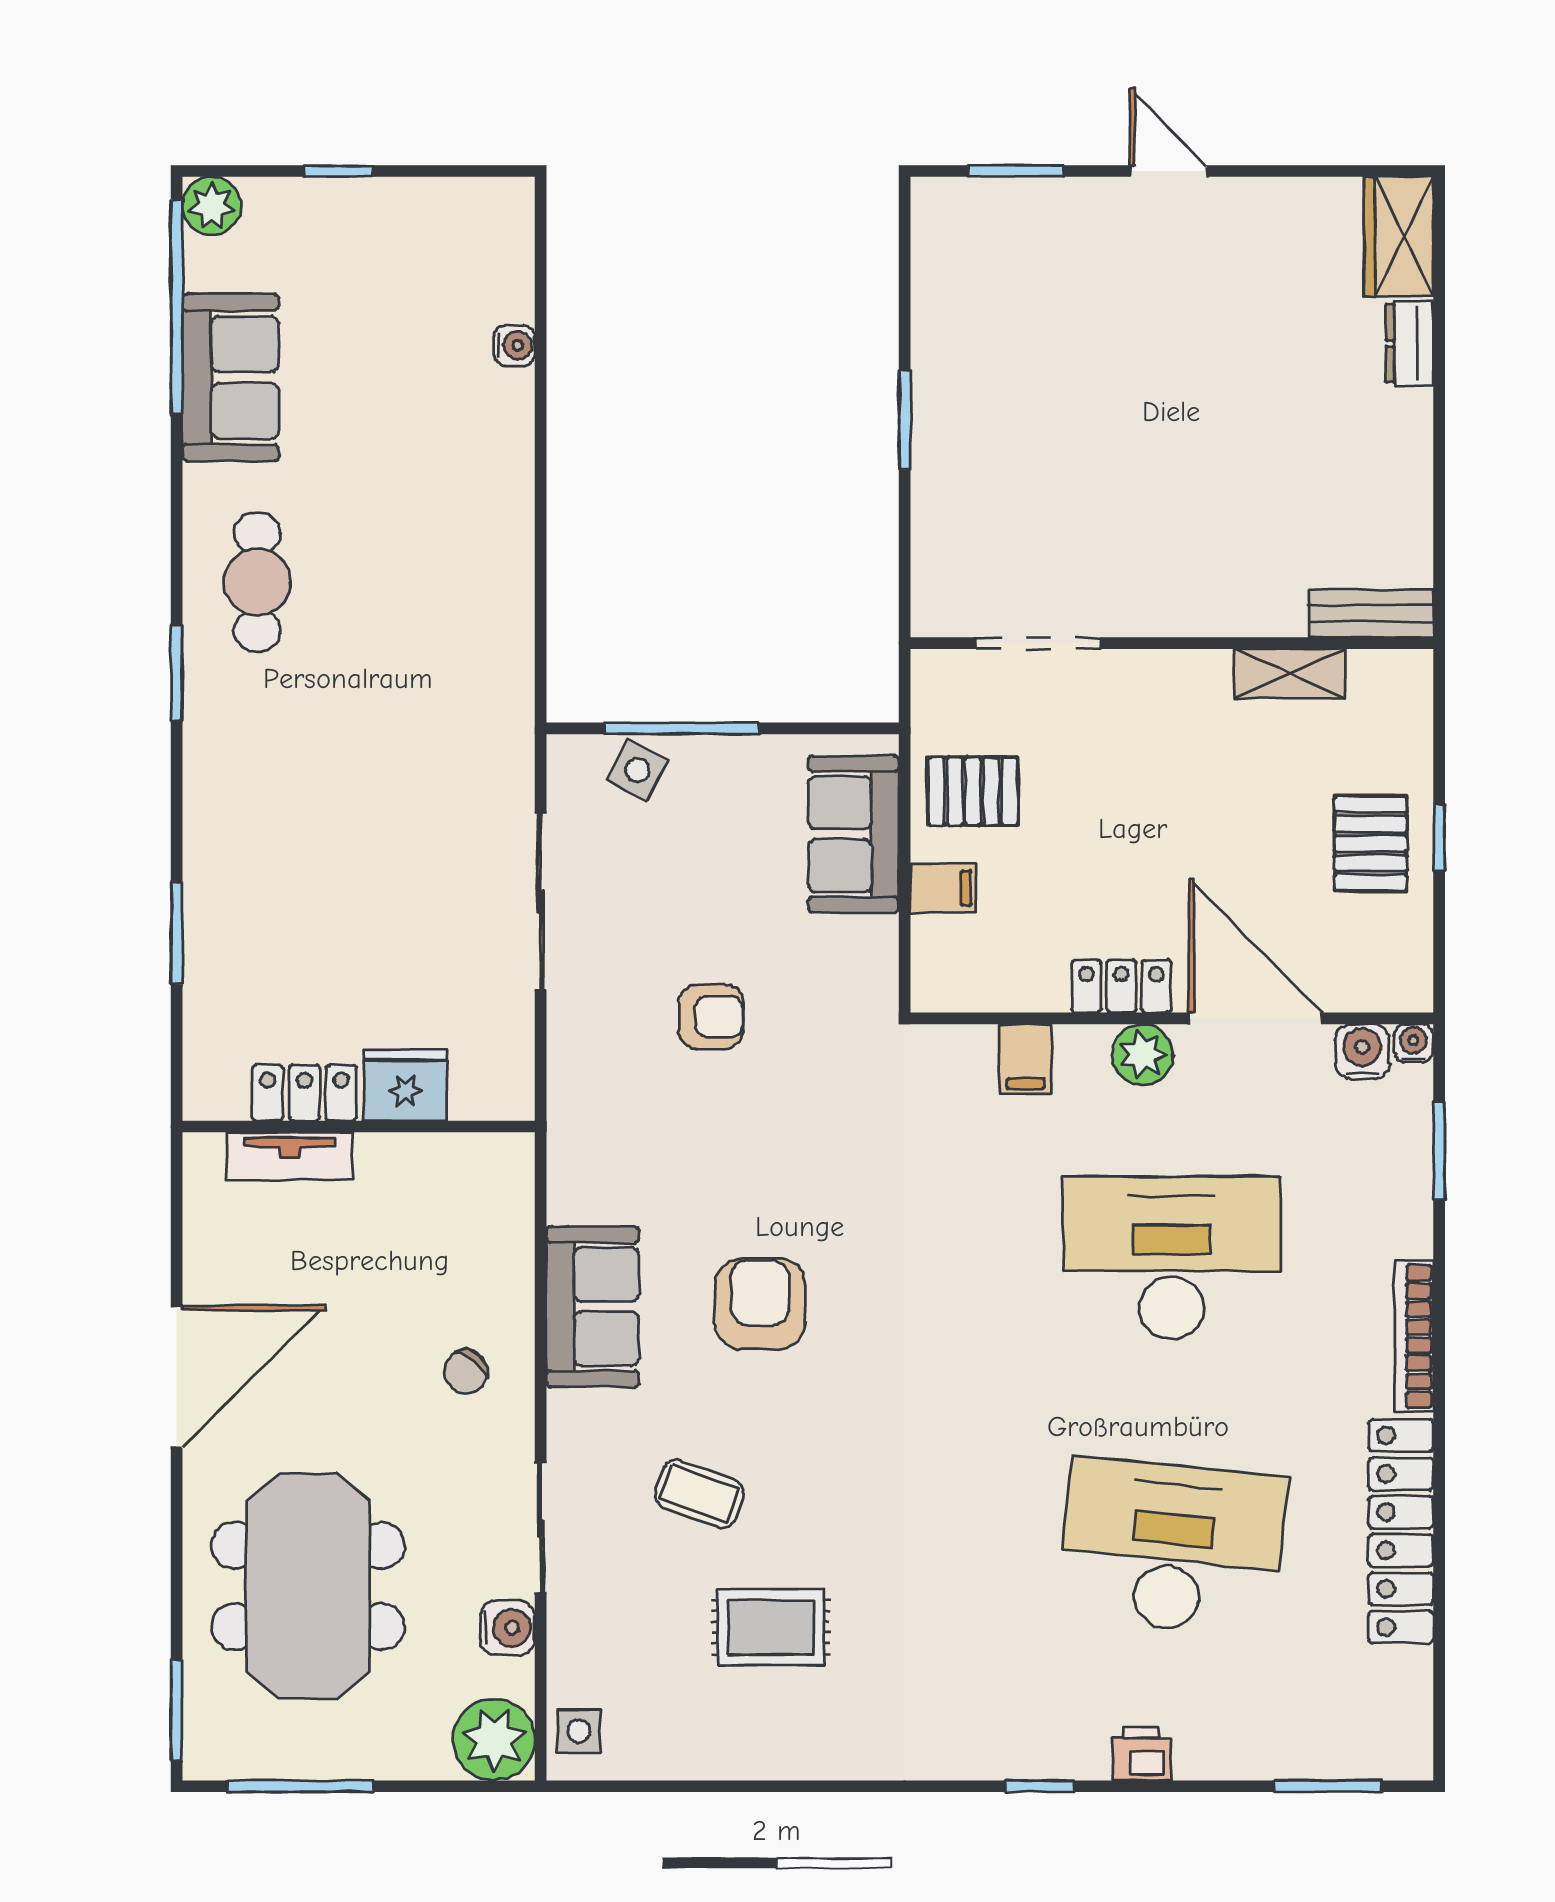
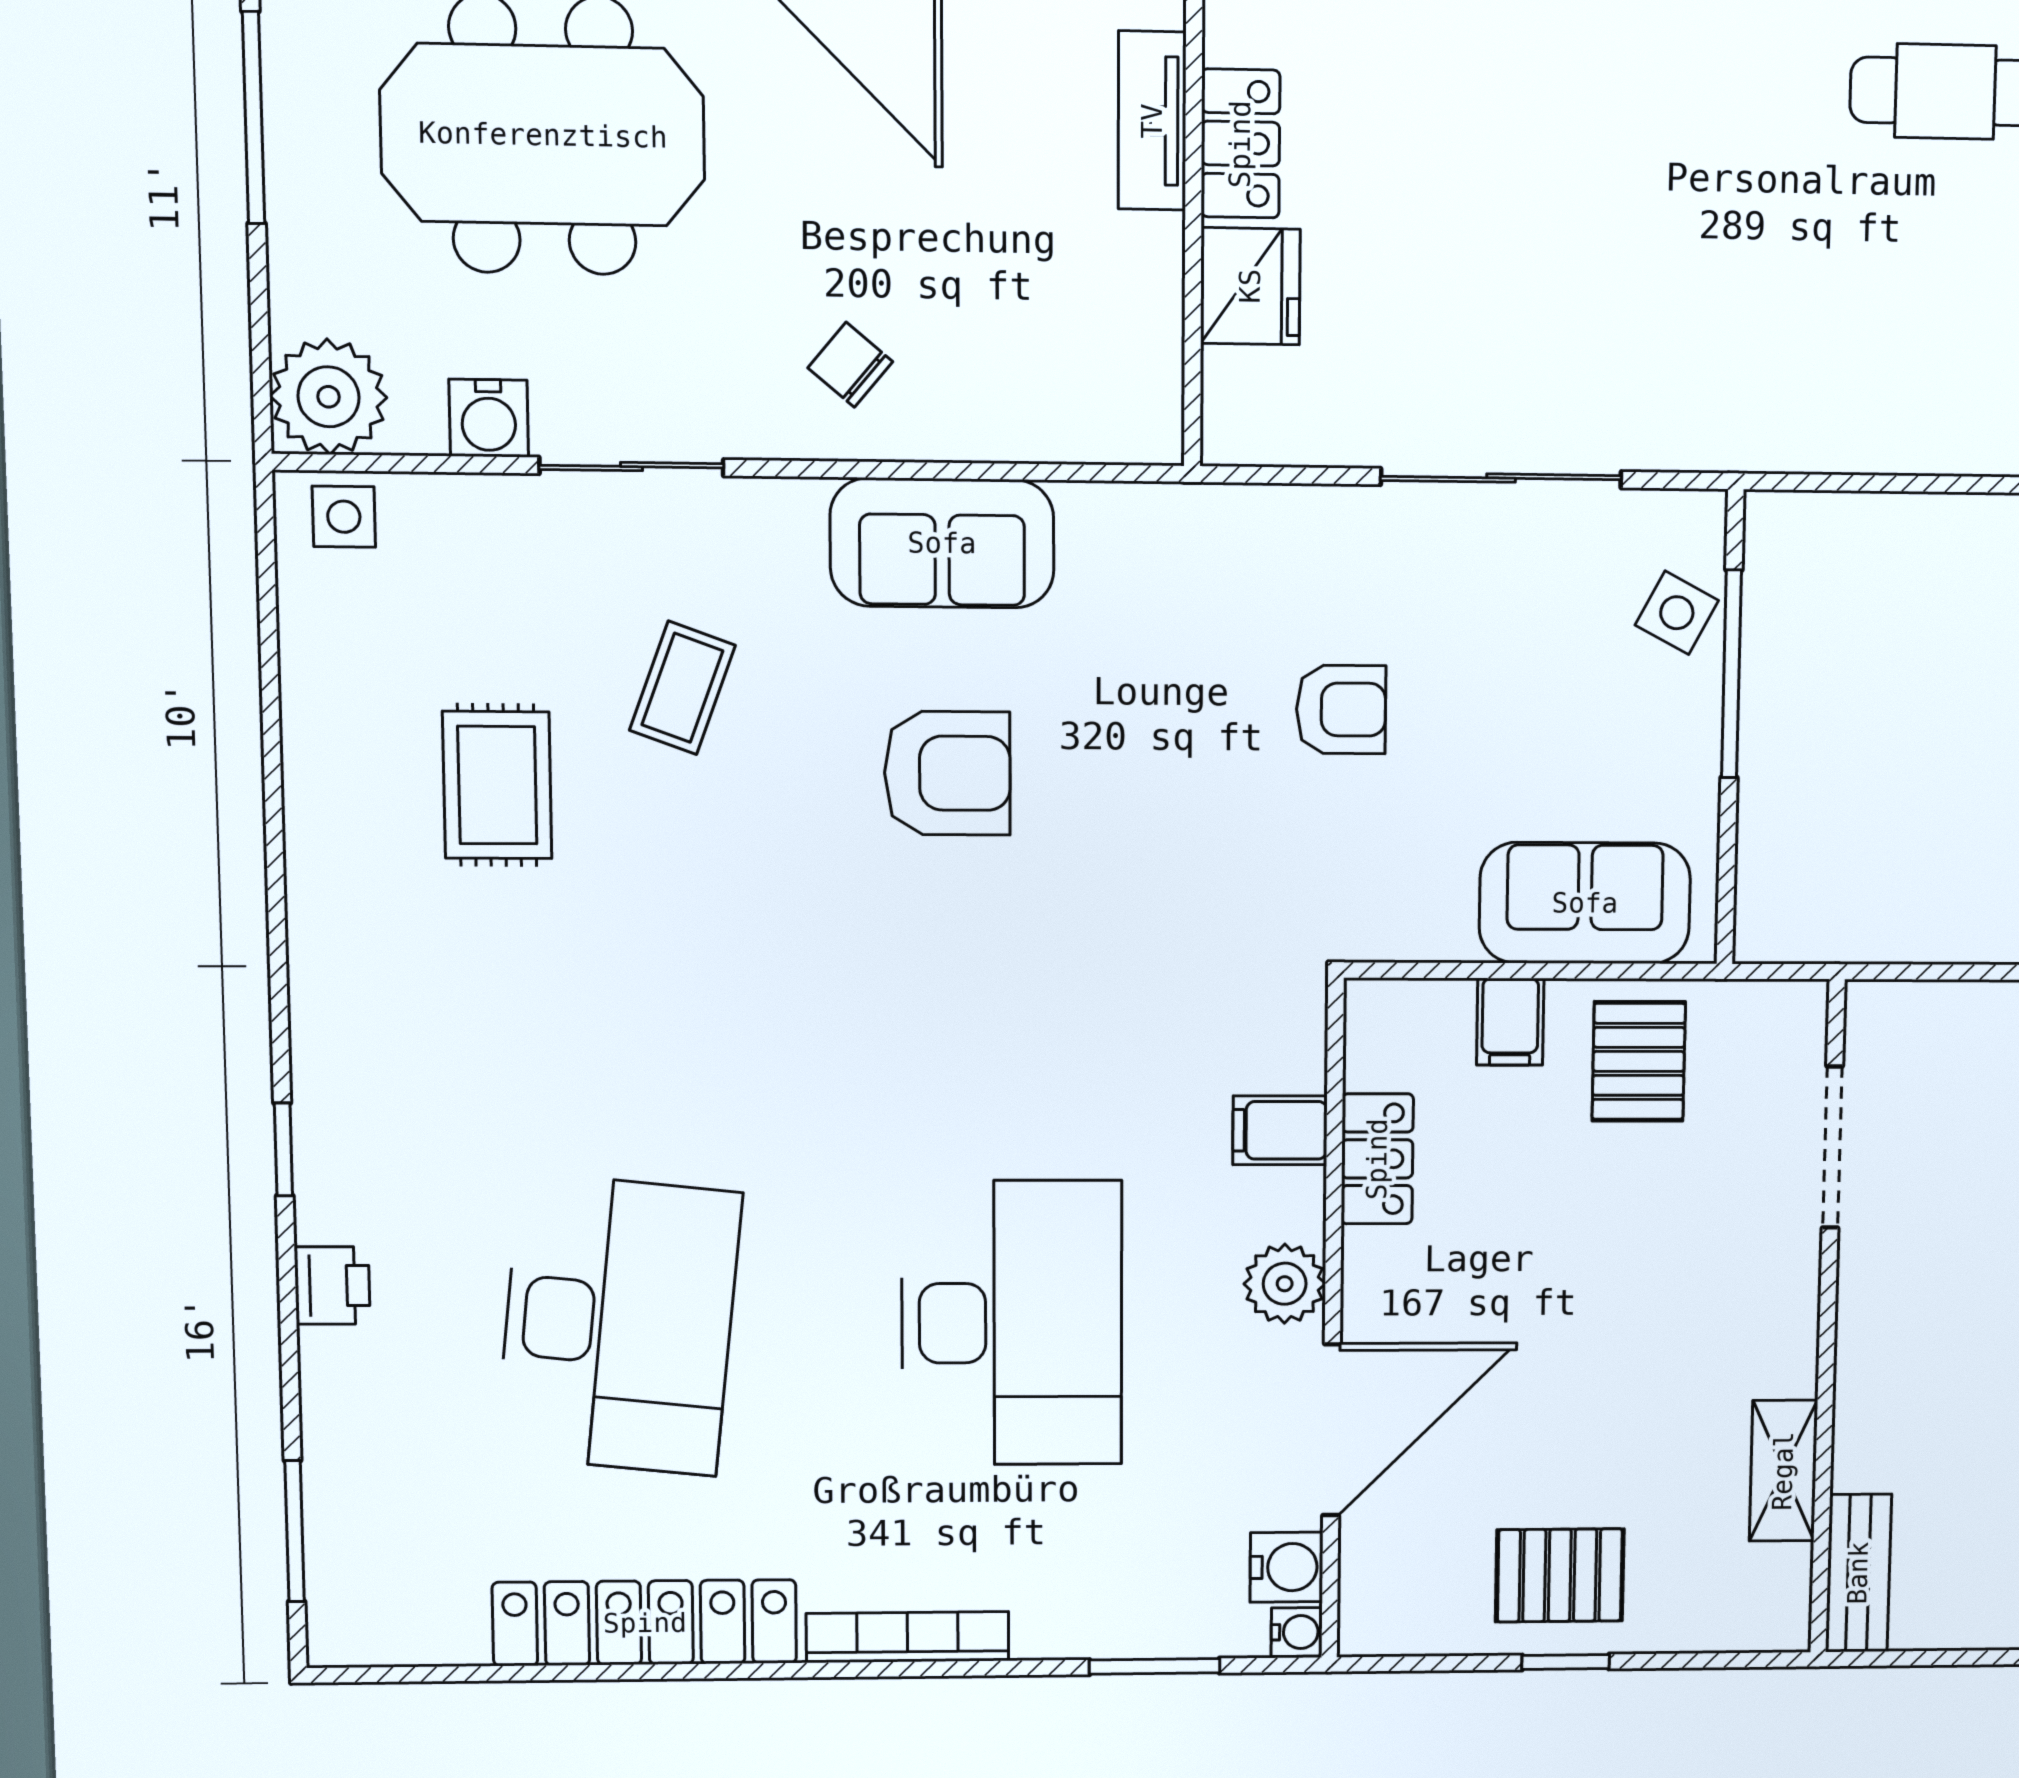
locker: (1121, 986) -> (1377, 1159), moved
armchair: (711, 1017) -> (1341, 709), turned -90

